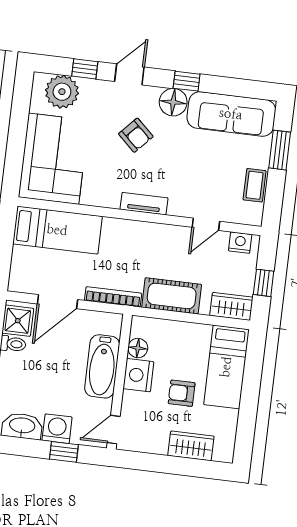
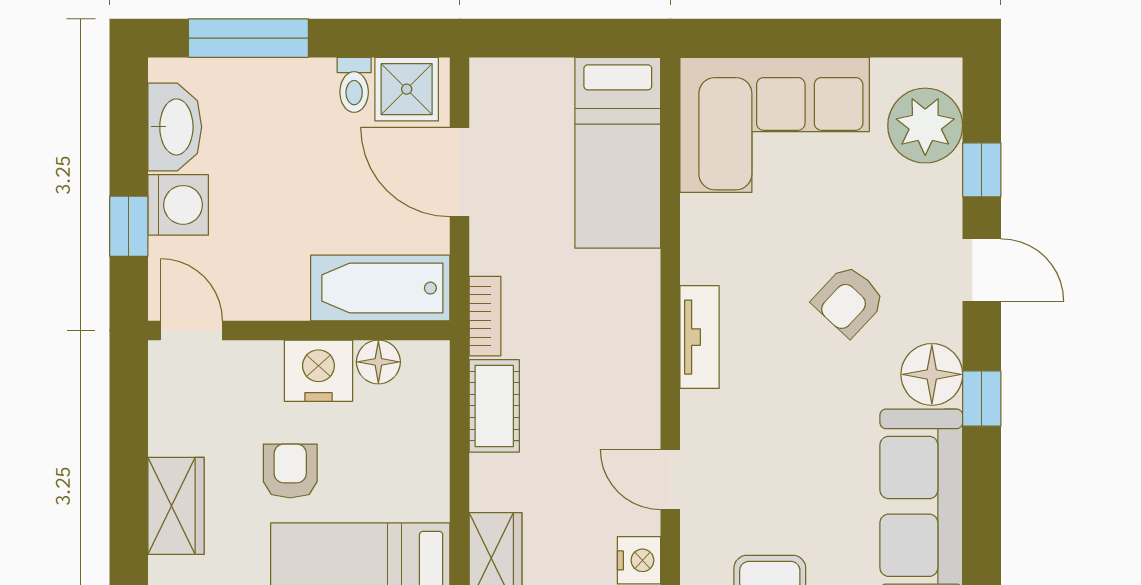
cot: (172, 296) -> (494, 406), width x0.73, depth x0.75
bookcase: (113, 297) -> (485, 316), width x0.64
bathtub: (102, 366) -> (380, 288), moved

